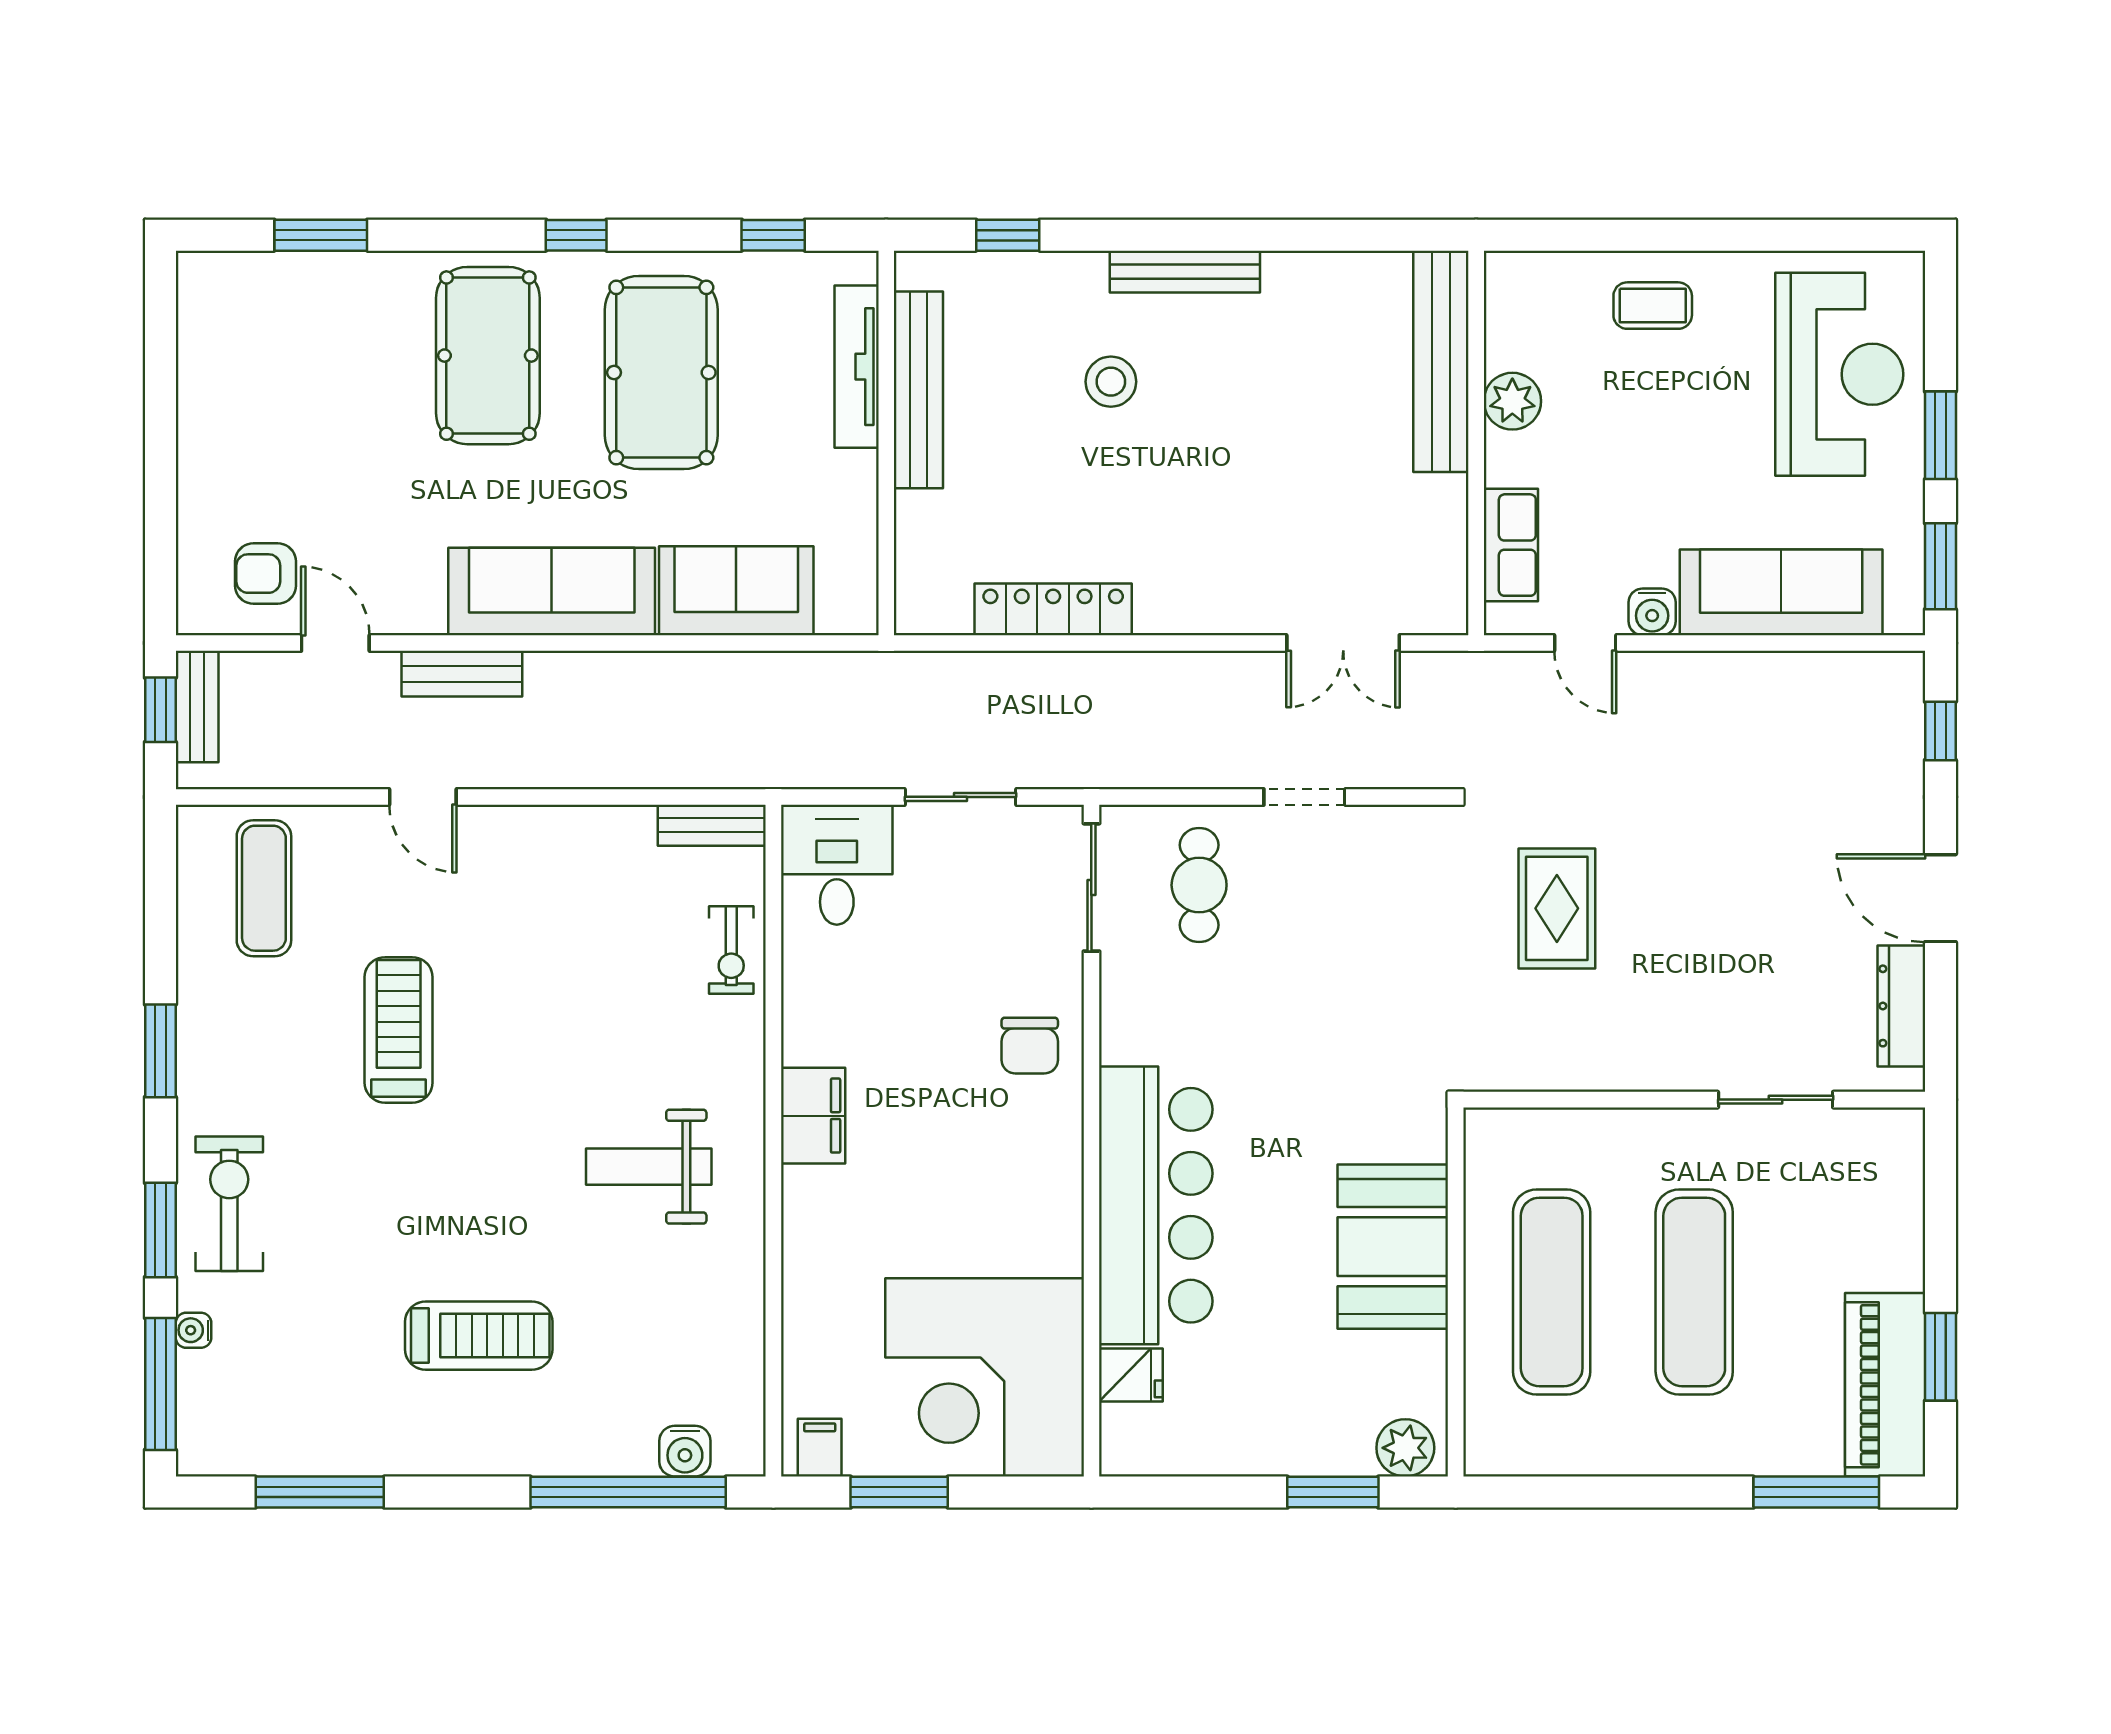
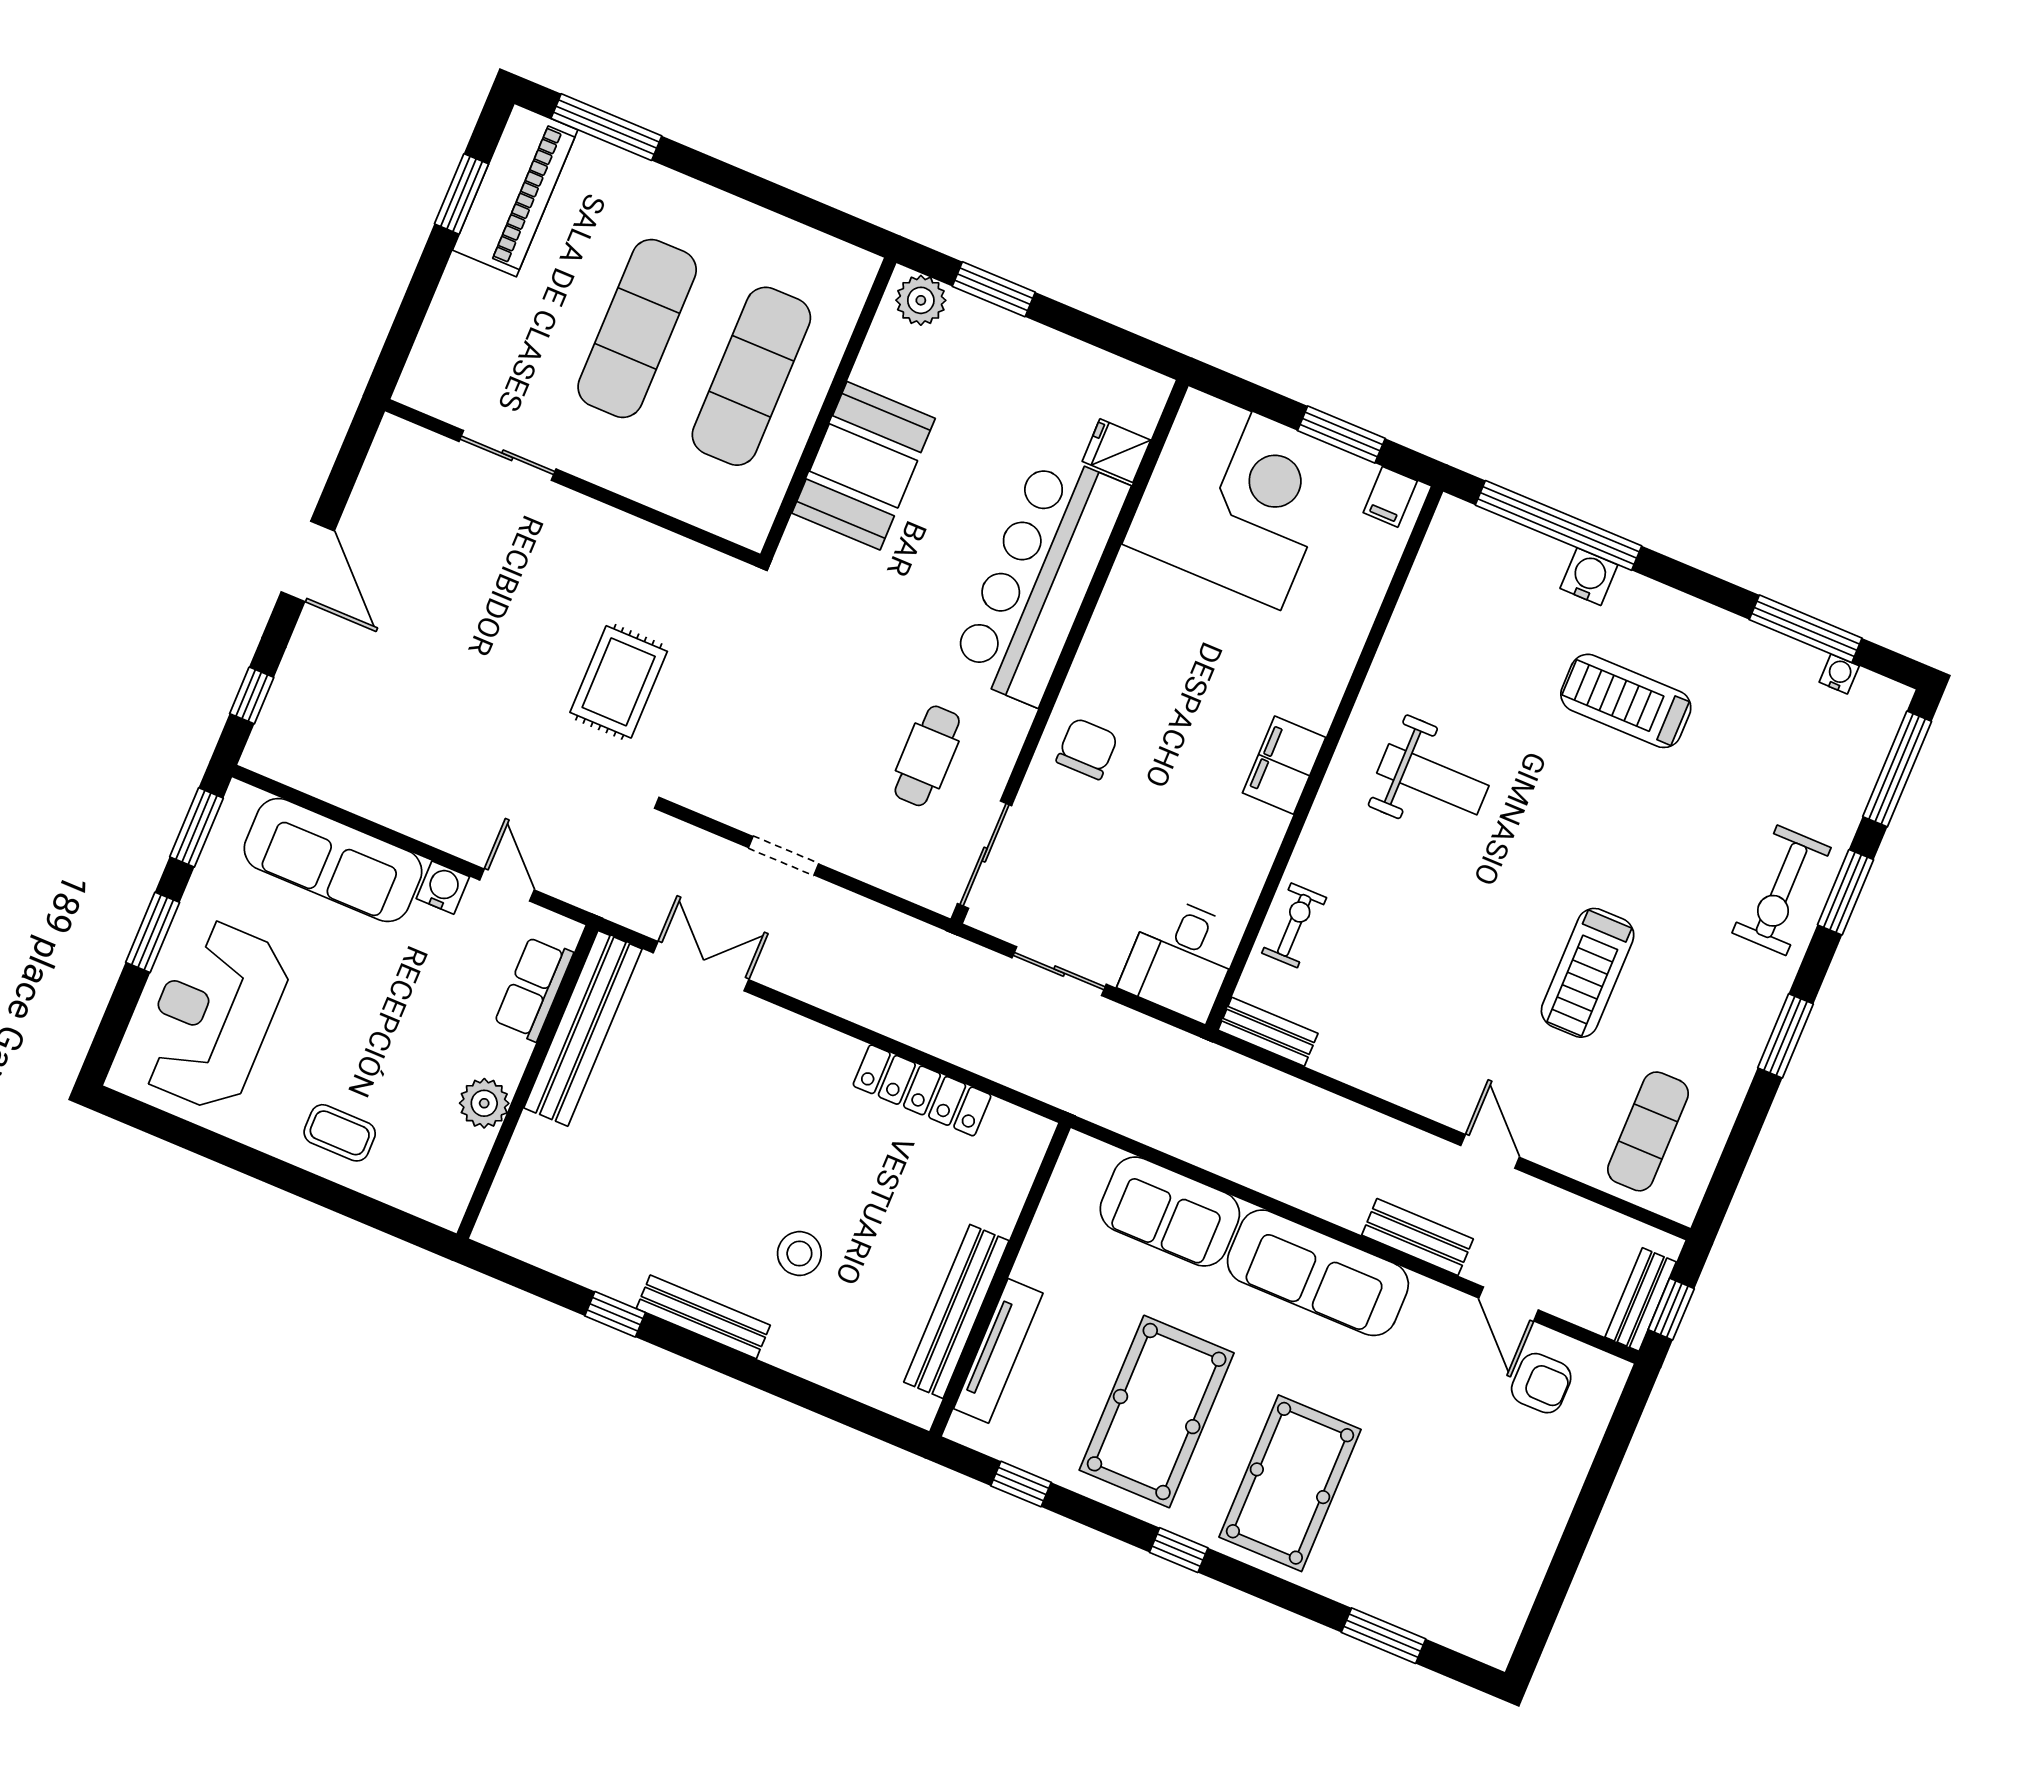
window: (1008, 235) -> (615, 1314), moved
bench: (1441, 361) -> (583, 1028), moved
cafe table: (1199, 885) -> (927, 756), moved
dresser: (1901, 1006) -> (375, 488), removed
water cooler: (193, 1330) -> (1839, 674), moved, turned -90
water cooler: (685, 1451) -> (1589, 577), moved

